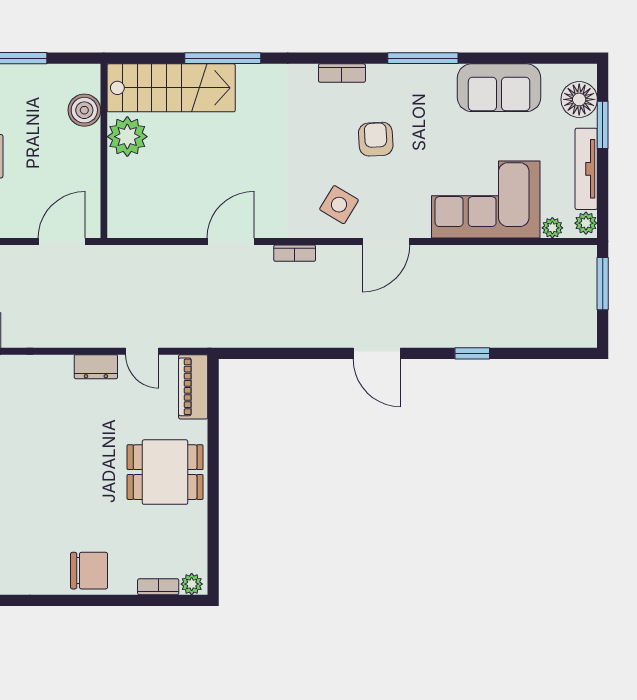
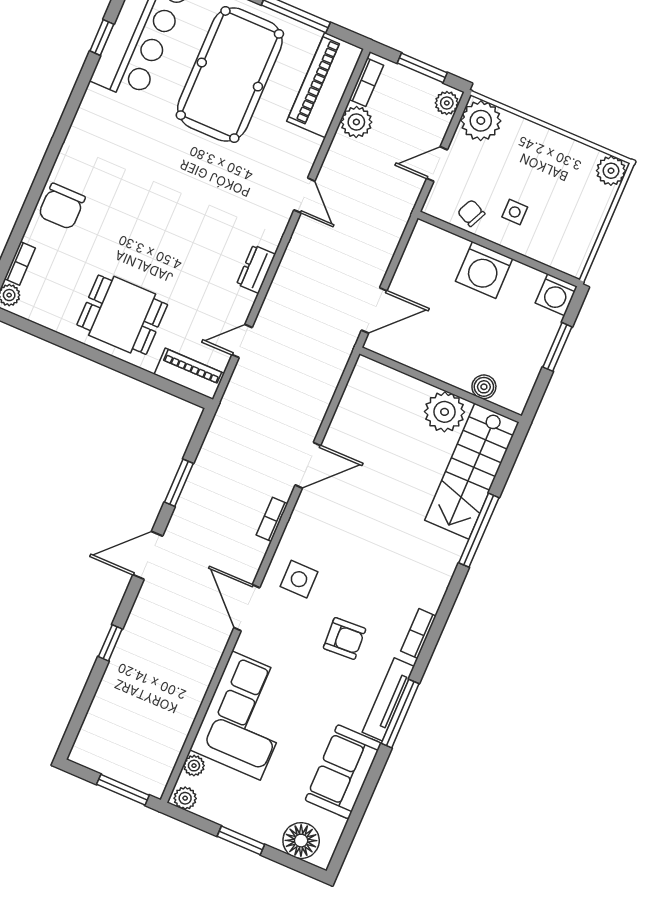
boiler: (84, 110) -> (484, 387), width x0.73, depth x0.73
window: (603, 125) -> (241, 840), moved
tv unit: (586, 169) -> (388, 699), moved, turned -90
side table: (339, 205) -> (299, 579), turned -31
door: (62, 241) -> (374, 310), hinge flipped
door: (231, 241) -> (308, 465), hinge flipped
window: (298, 353) -> (179, 483), added
dresser: (96, 367) -> (256, 269), moved
dining table: (165, 472) -> (122, 315), turned 90

